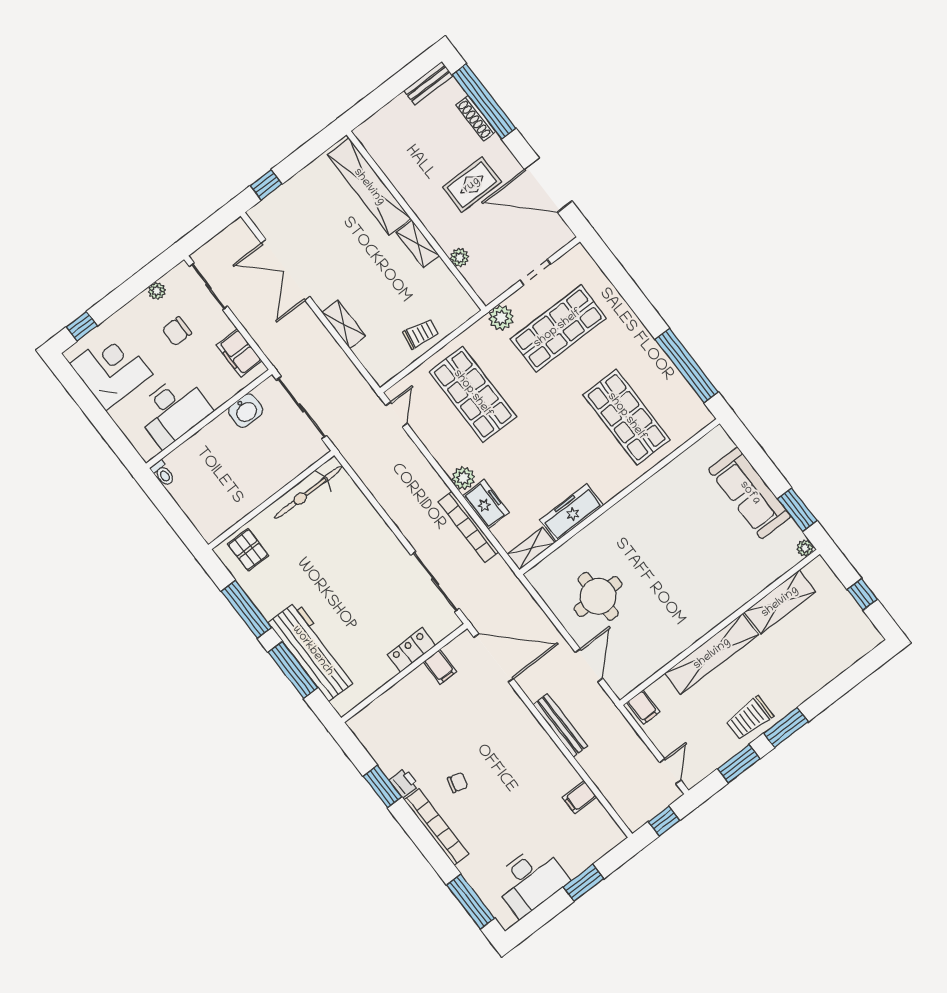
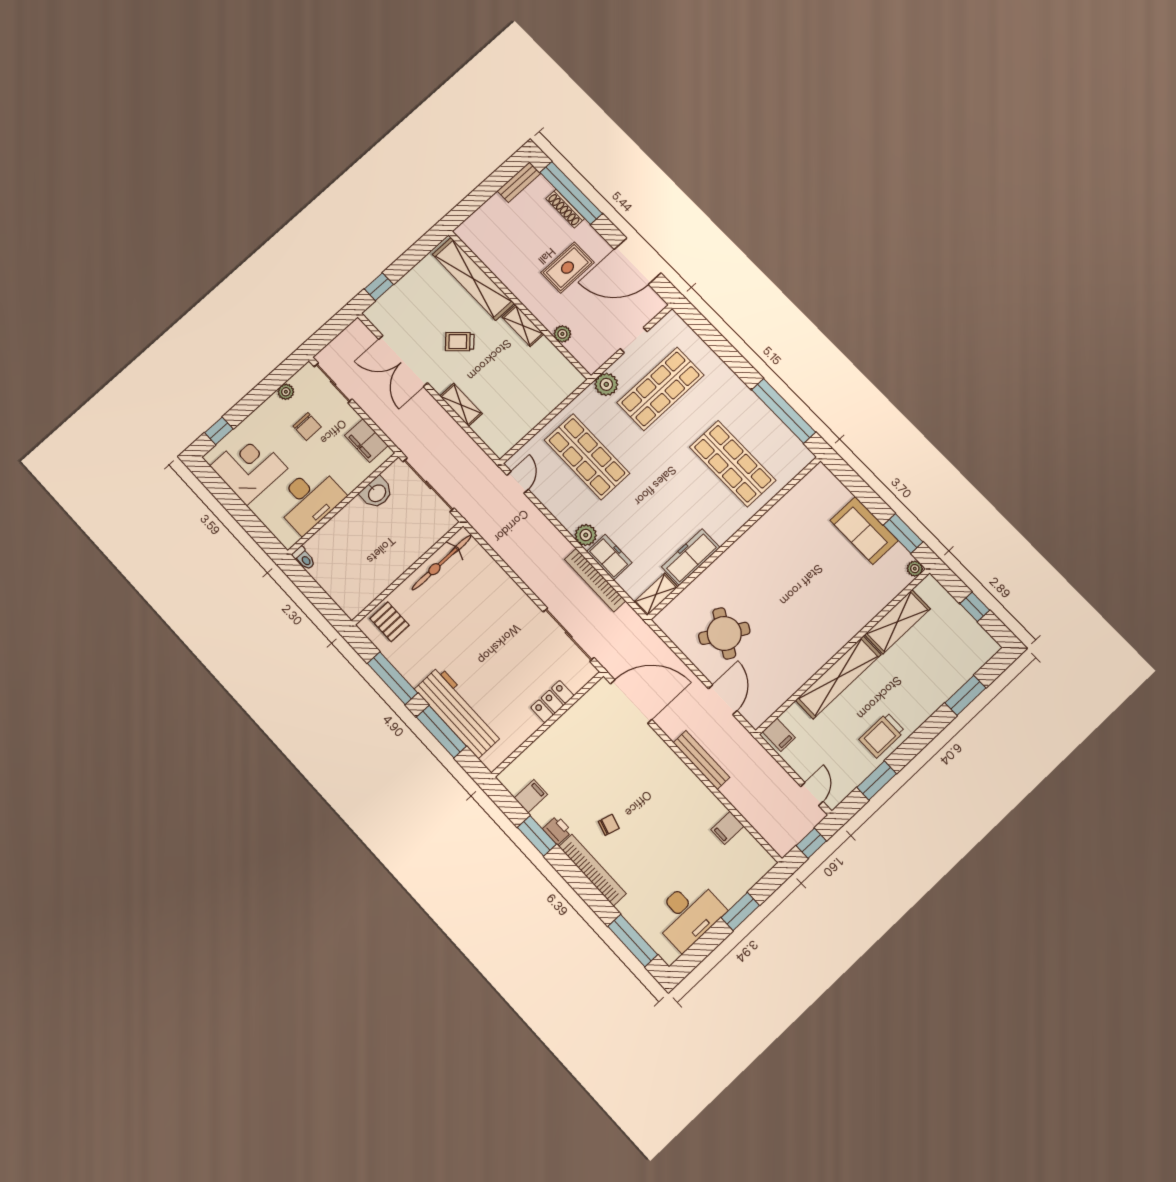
chair: (177, 331) -> (307, 427), turned -90
trolley: (421, 334) -> (460, 342), moved, turned -146
sofa: (750, 493) -> (864, 530), width x0.73
round table: (598, 596) -> (724, 633), turned 30
filing cabinet: (440, 667) -> (531, 796), moved, turned -90
window: (786, 727) -> (965, 695), moved

